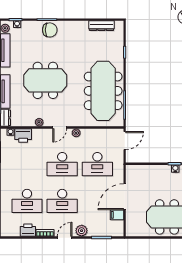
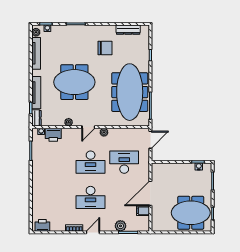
chair: (50, 30) -> (105, 48), moved
desk: (97, 164) -> (124, 162), turned 180
desk: (27, 201) -> (57, 197), removed
printer: (28, 230) -> (42, 225), moved
plant: (82, 231) -> (120, 226), moved

